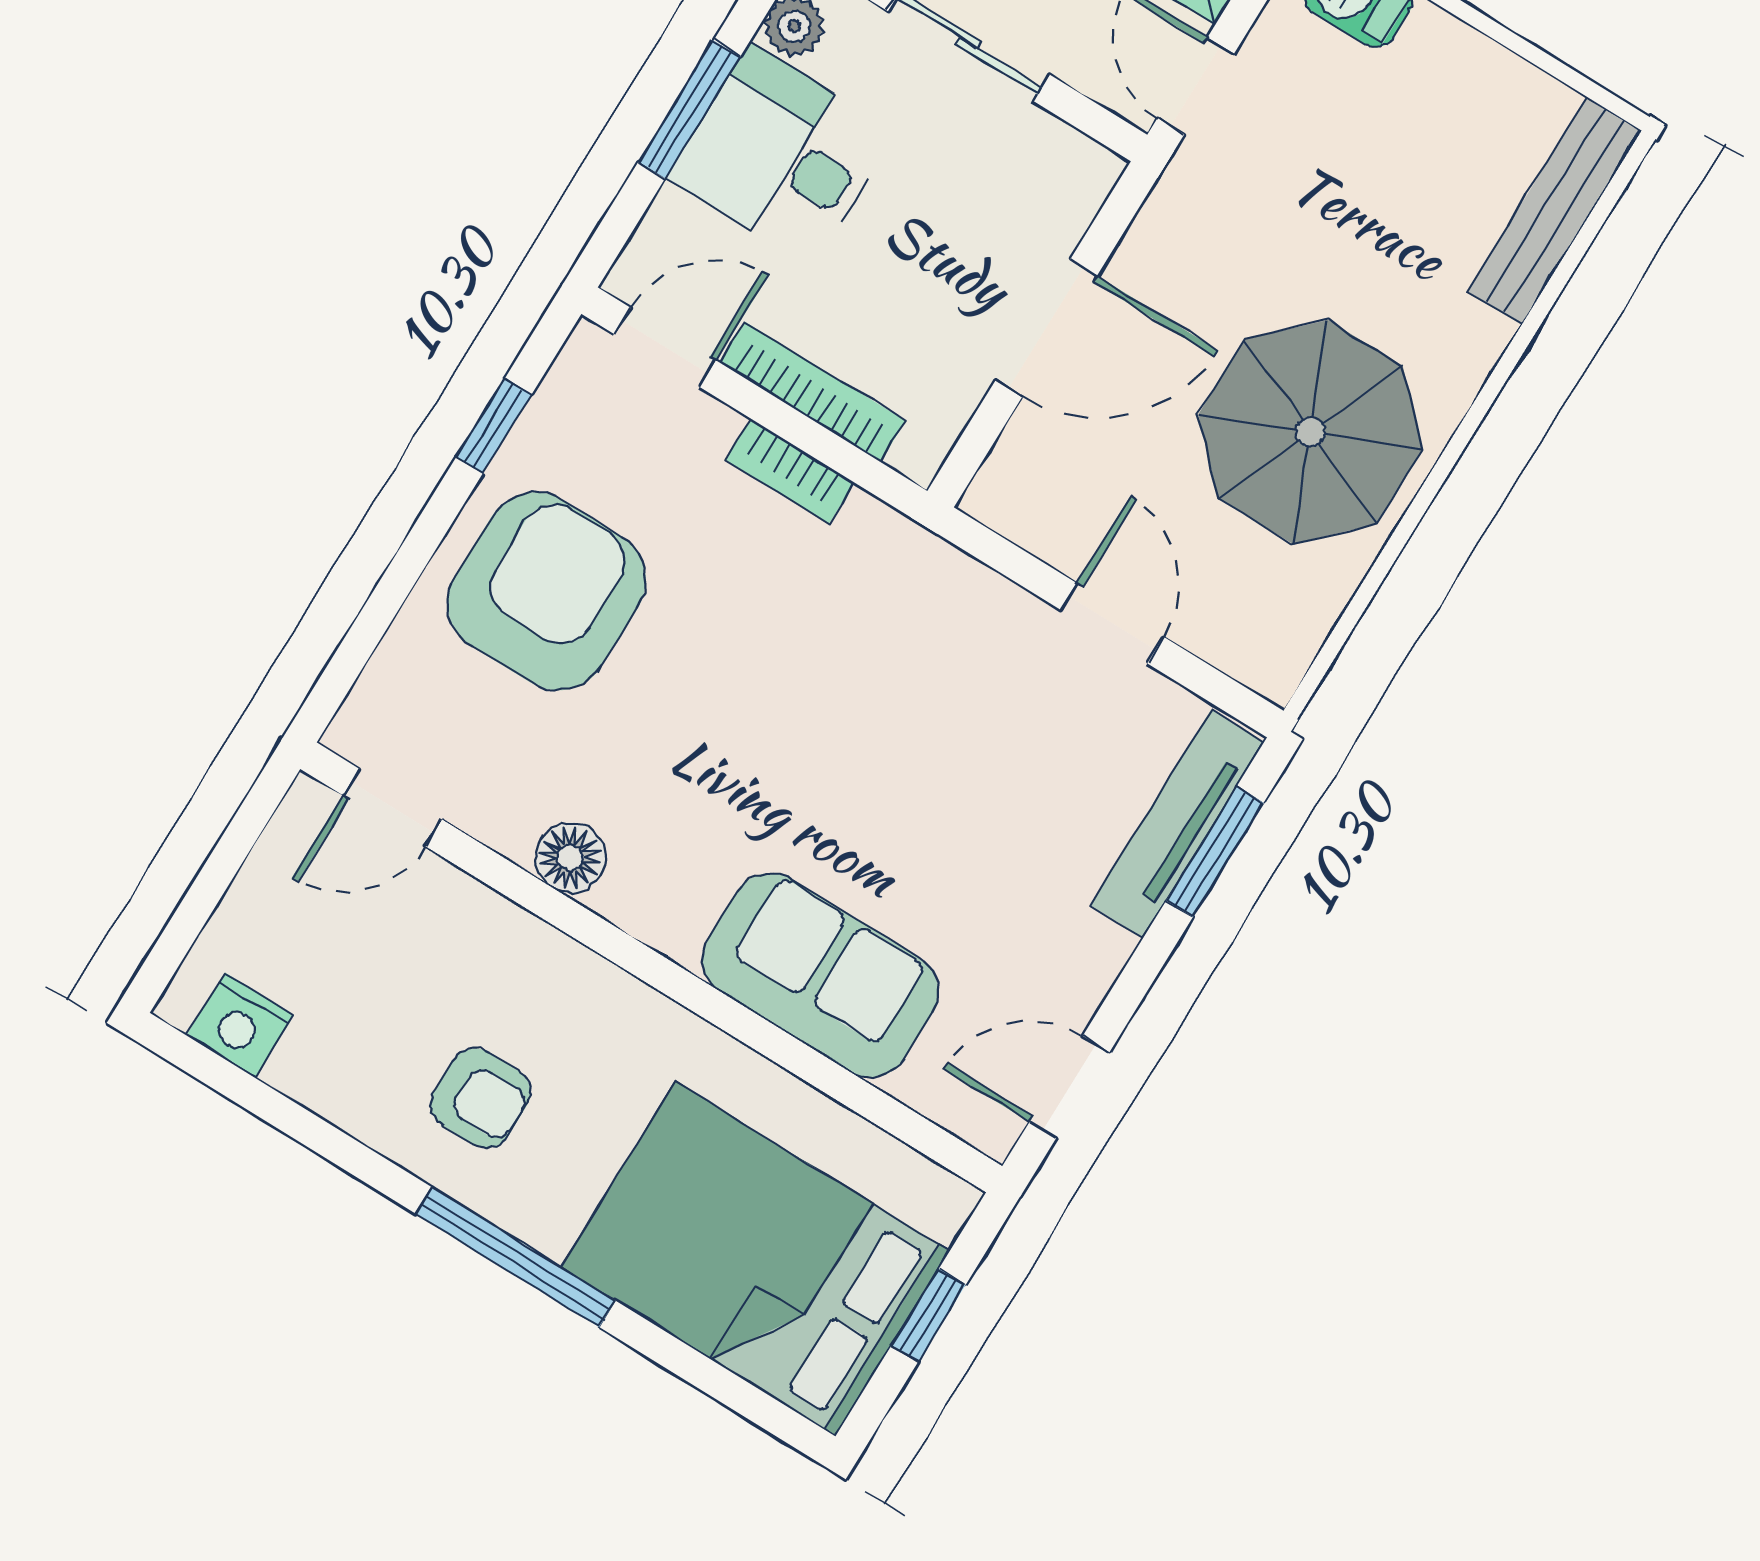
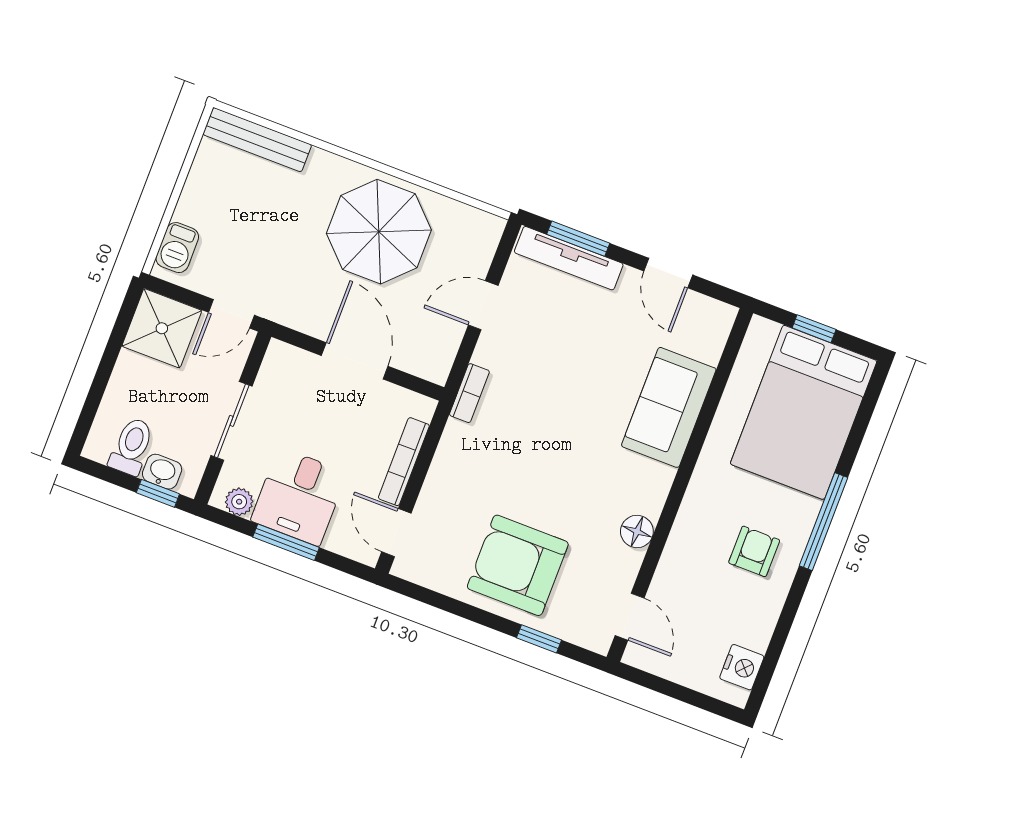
window: (494, 426) -> (539, 639), moved
bookcase: (790, 471) -> (469, 393), moved
door: (1069, 1087) -> (668, 273), moved

